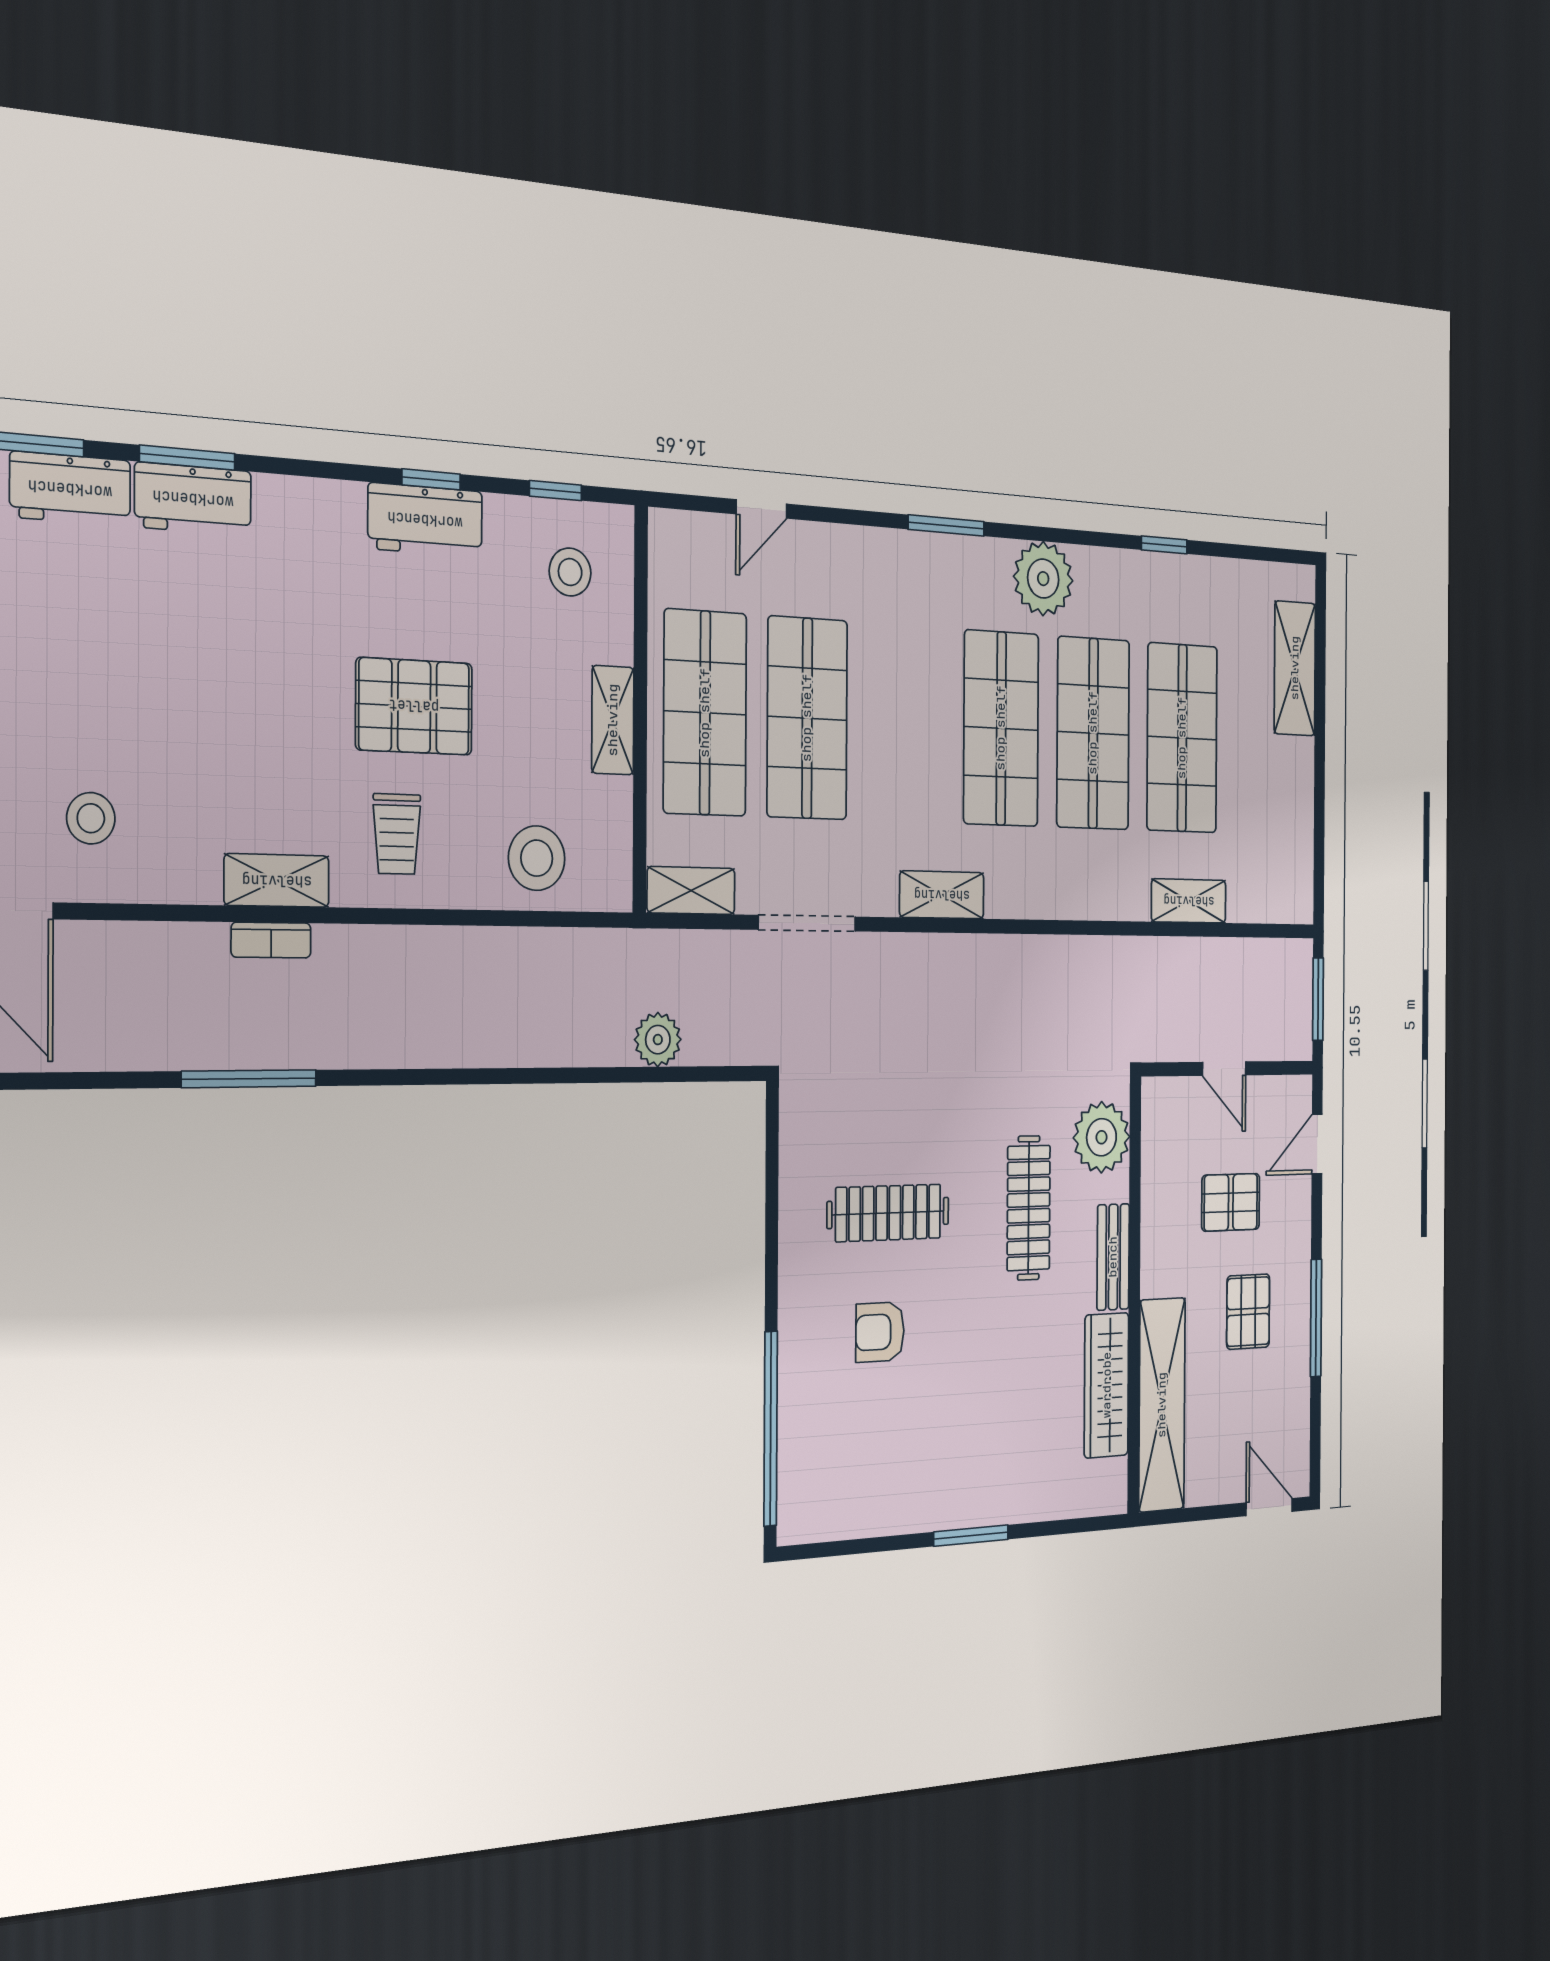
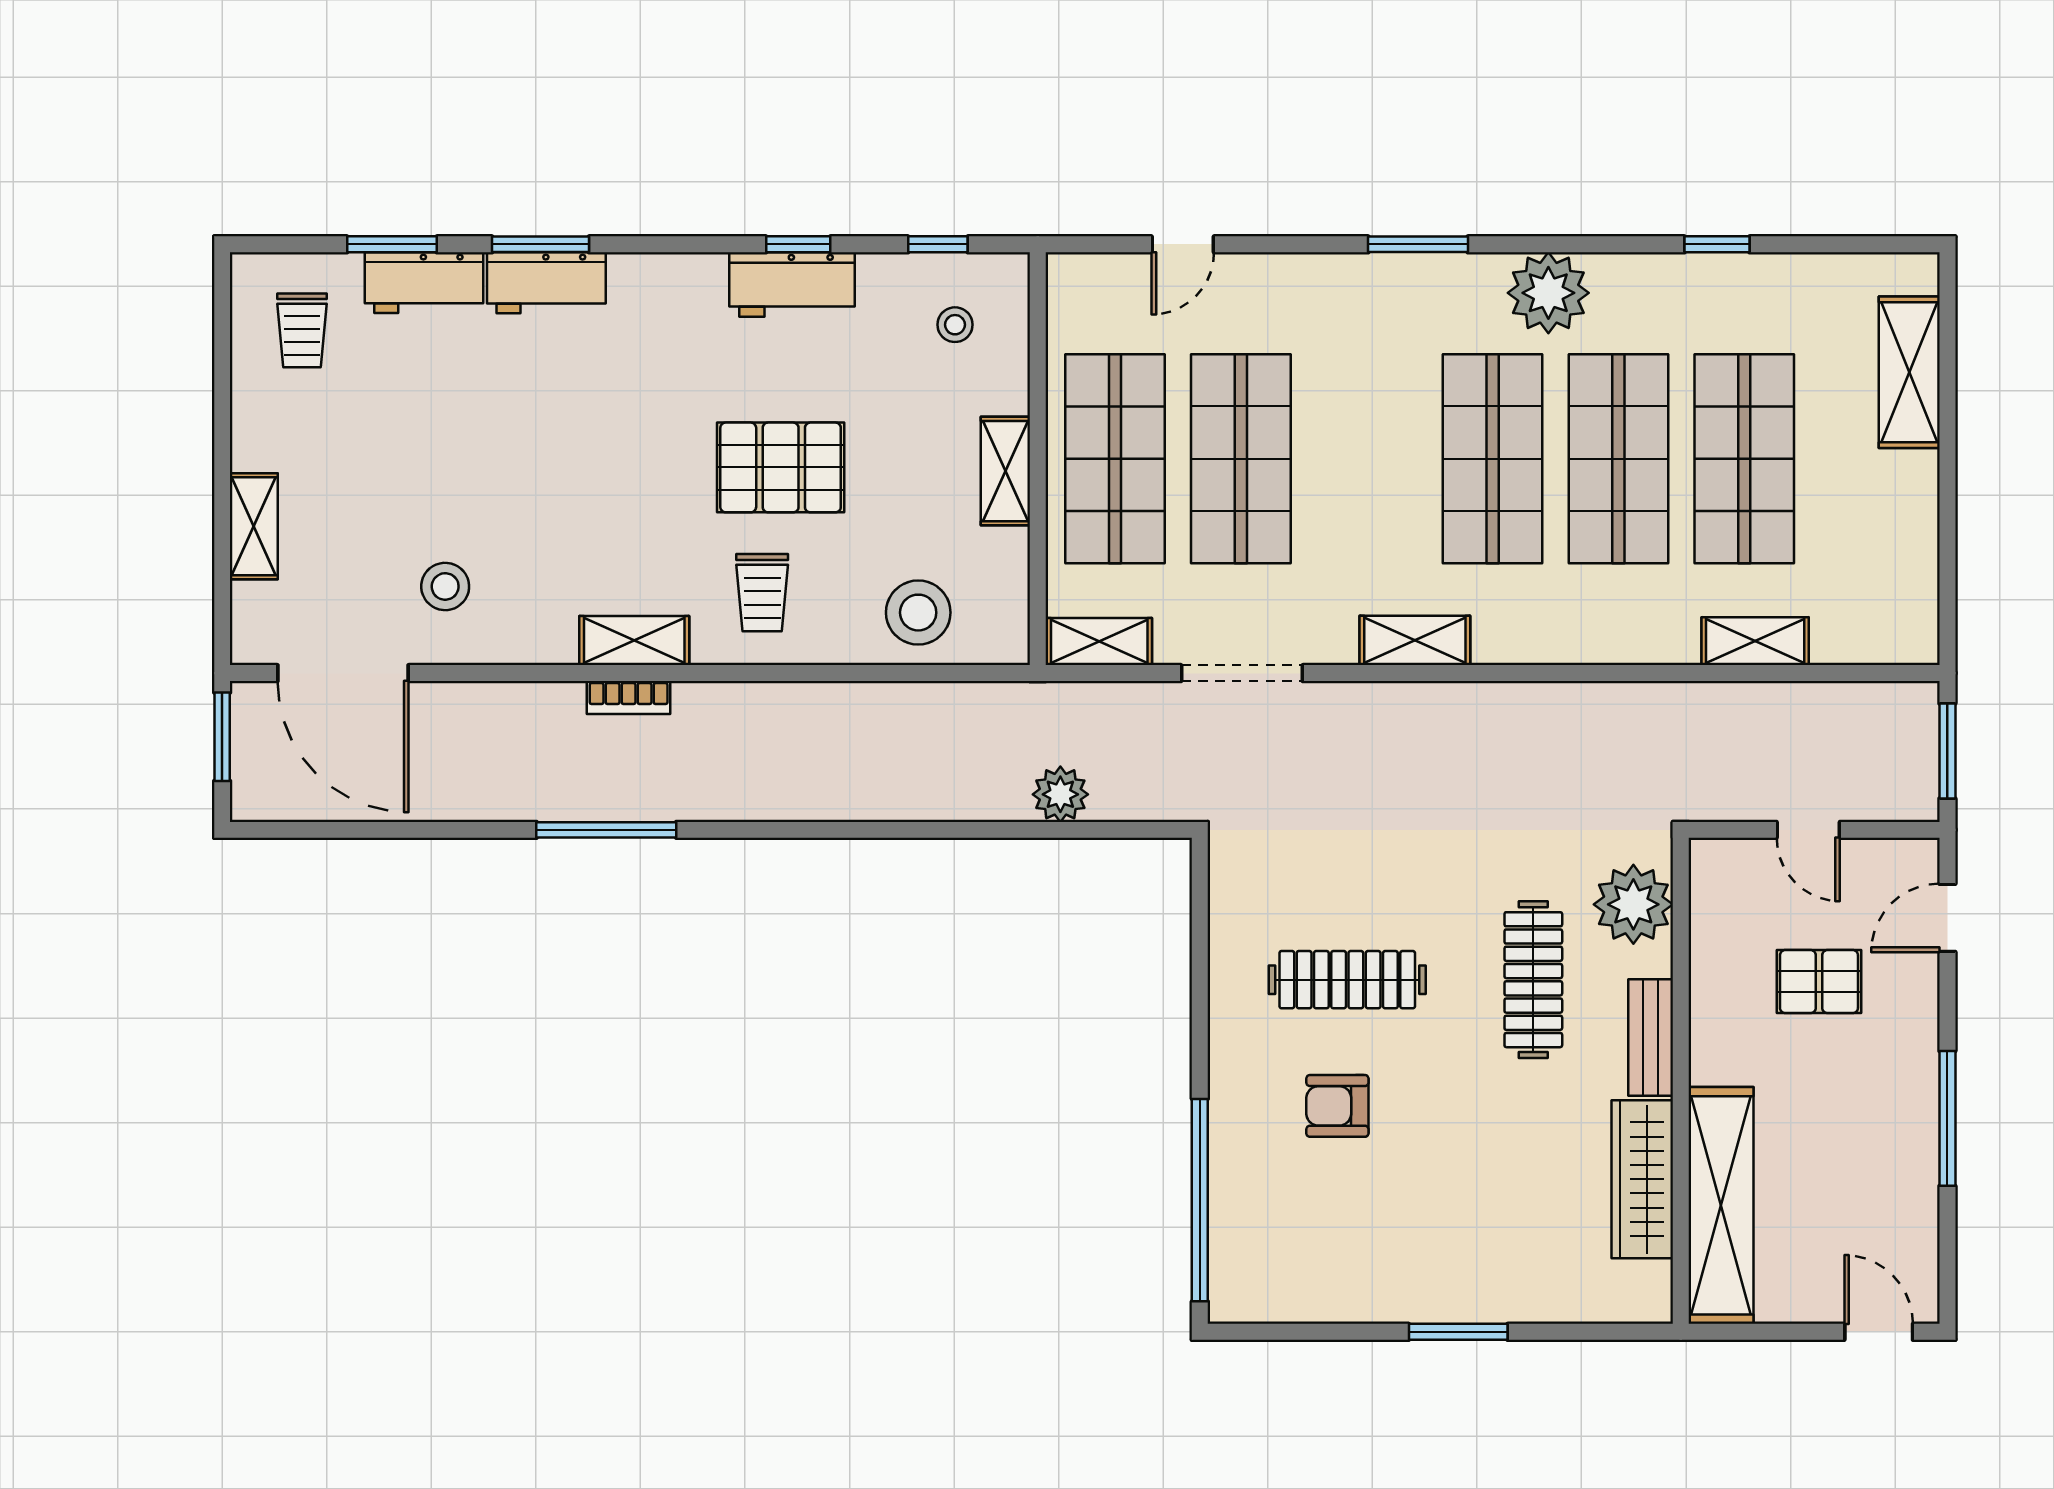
stool: (570, 572) -> (955, 325), width x0.73, depth x0.73
pallet: (1248, 1312) -> (1846, 1107), removed

